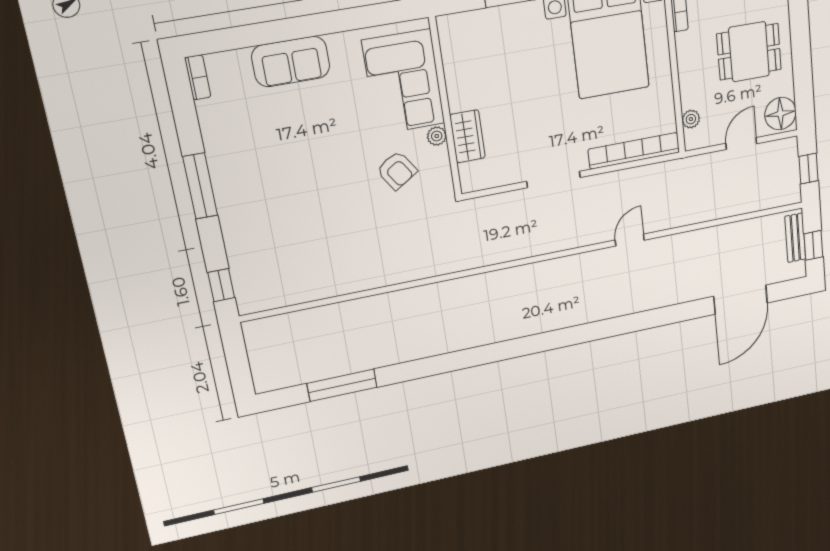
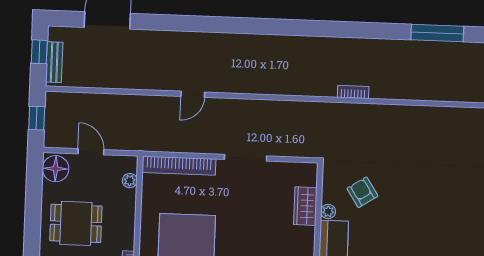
door: (741, 143) -> (91, 152), swing flipped
bookcase: (434, 290) -> (353, 92), added

